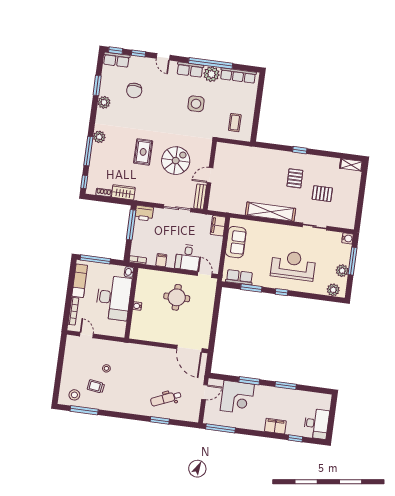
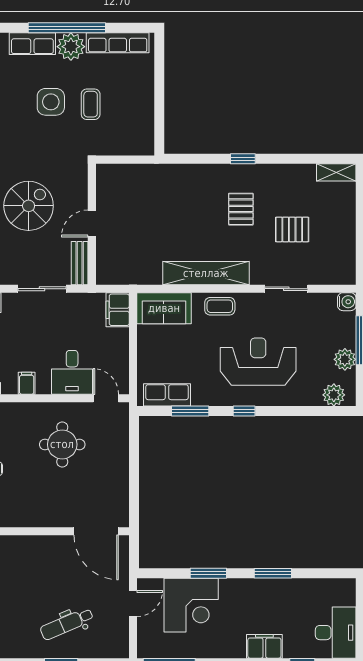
coffee table: (235, 123) -> (91, 104), moved
coffee table: (276, 231) -> (220, 306), added
sofa: (236, 242) -> (164, 308), moved, turned 90

